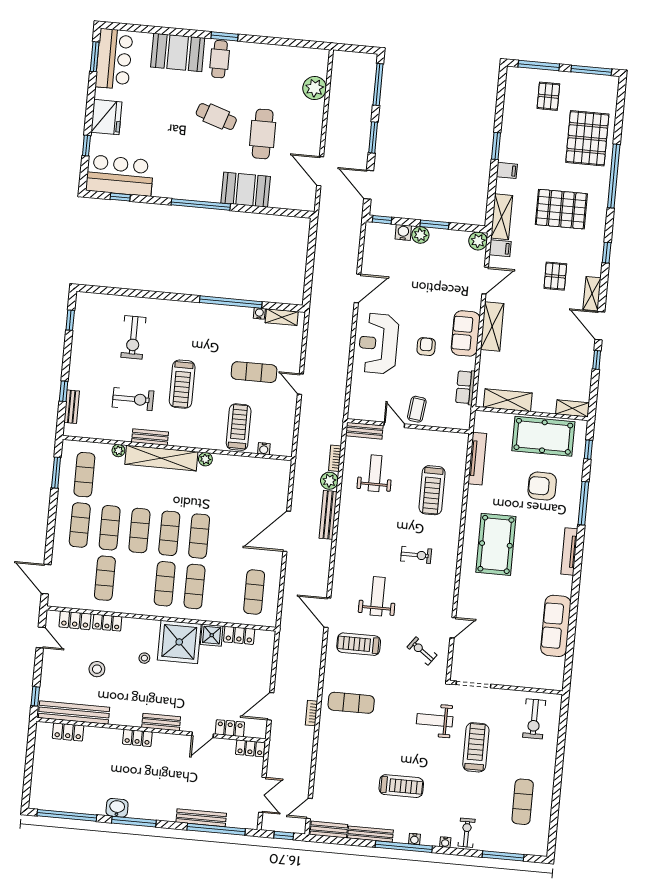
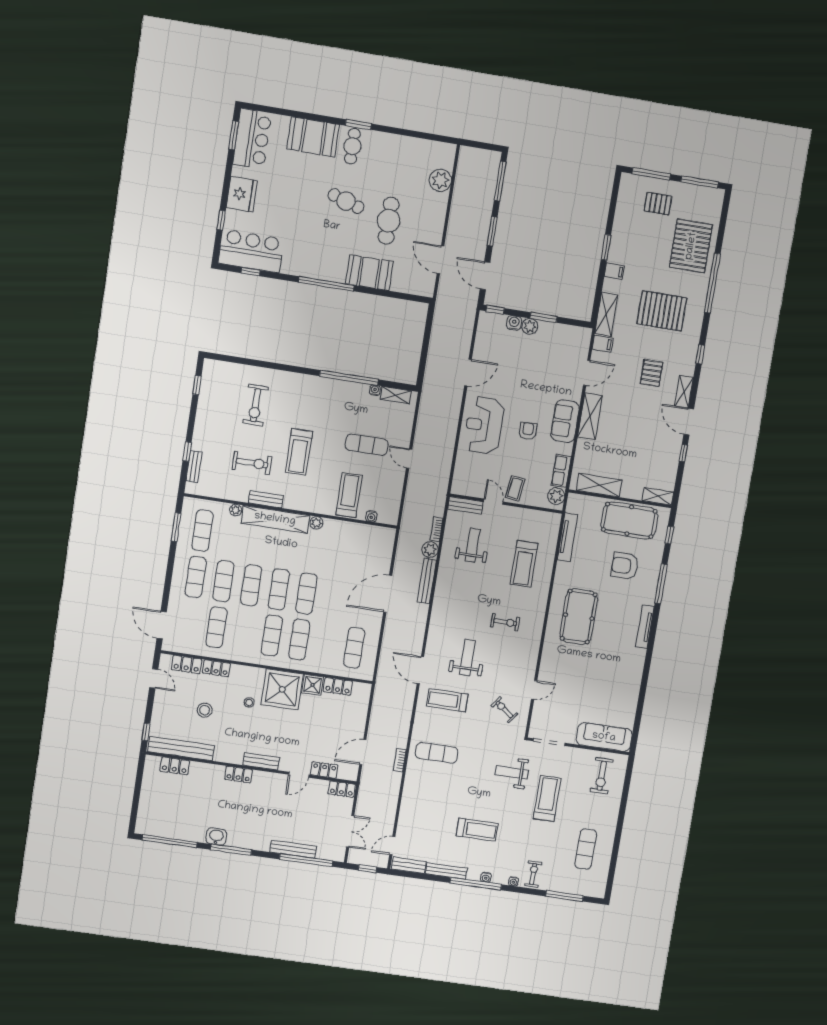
pallet: (548, 96) -> (658, 204), turned 90
plant: (478, 241) -> (556, 496), moved
sofa: (556, 626) -> (604, 737), moved, turned 90

